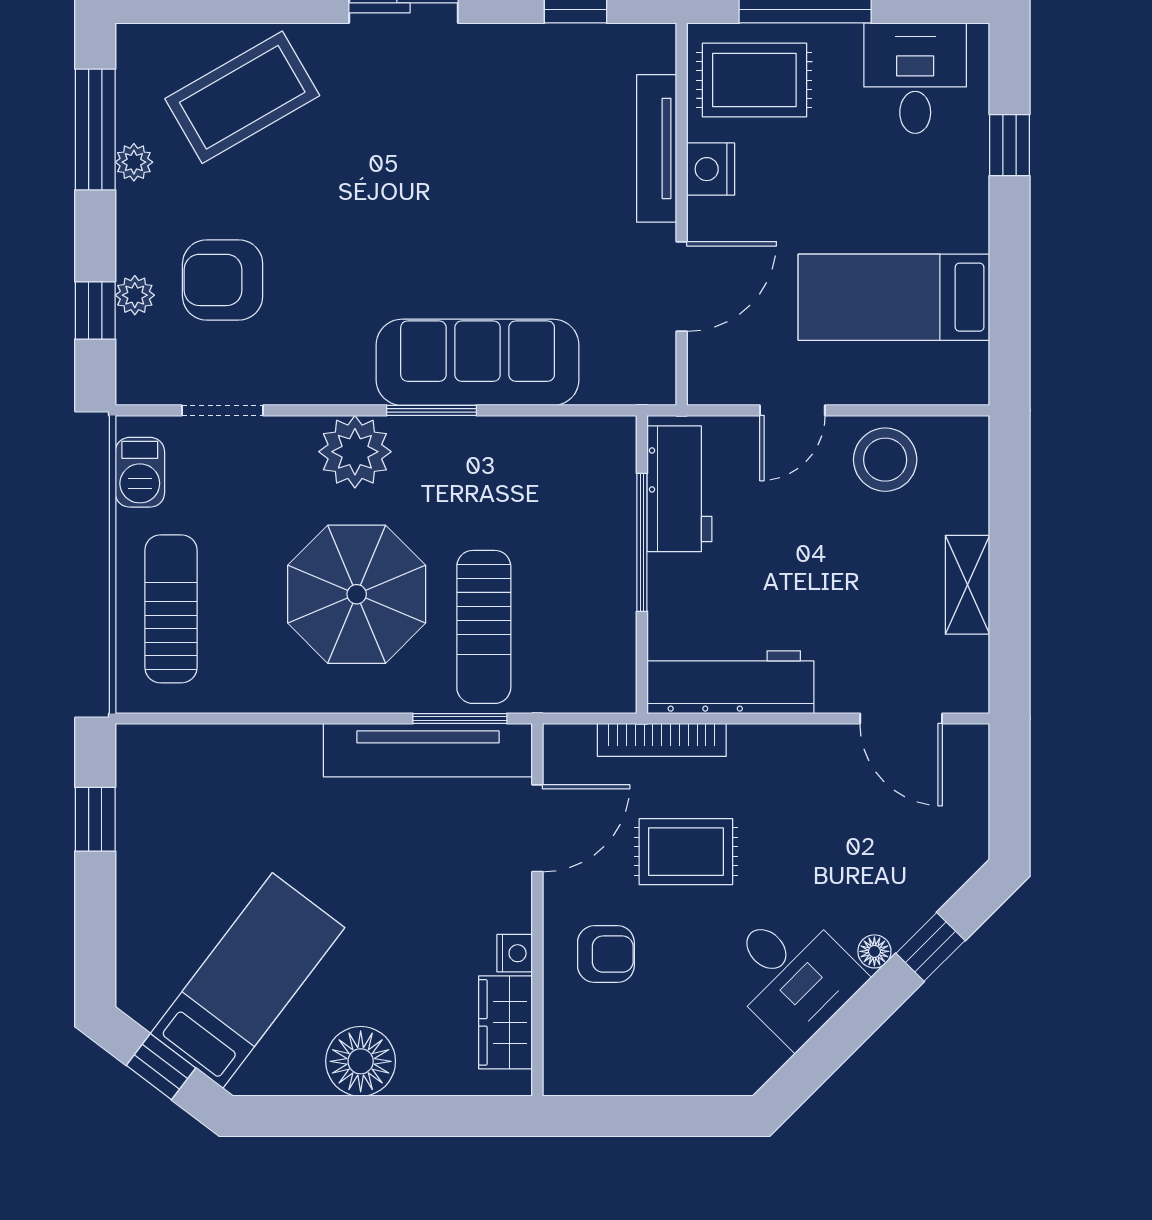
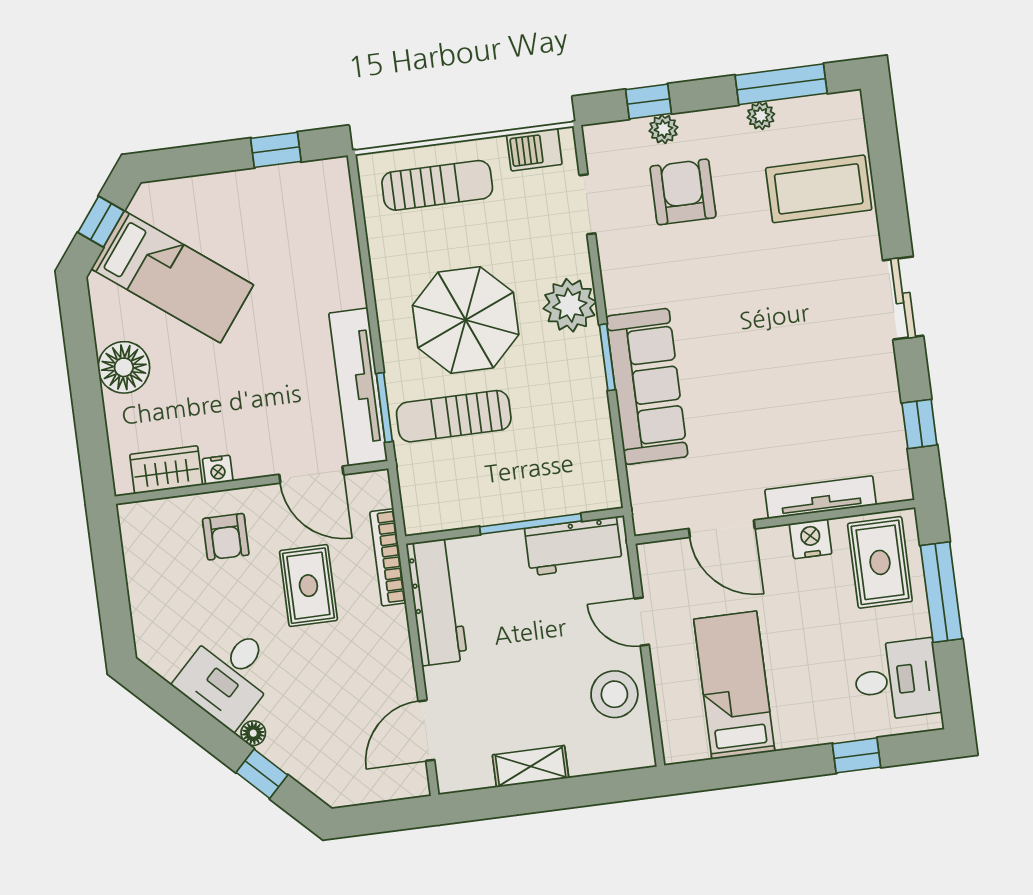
coffee table: (242, 97) -> (819, 189), turned -60

